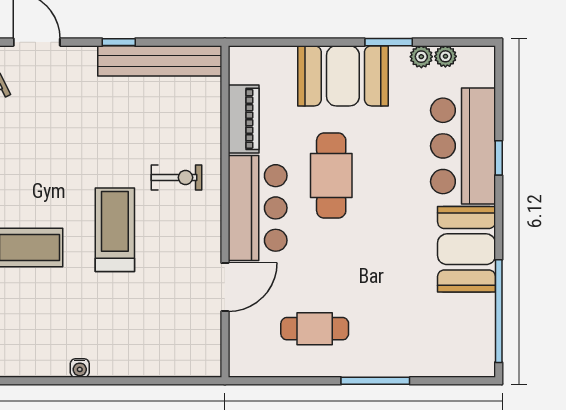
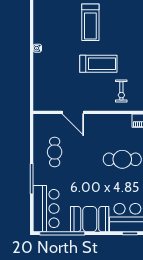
bar counter: (258, 208) -> (46, 209), moved, turned -90

